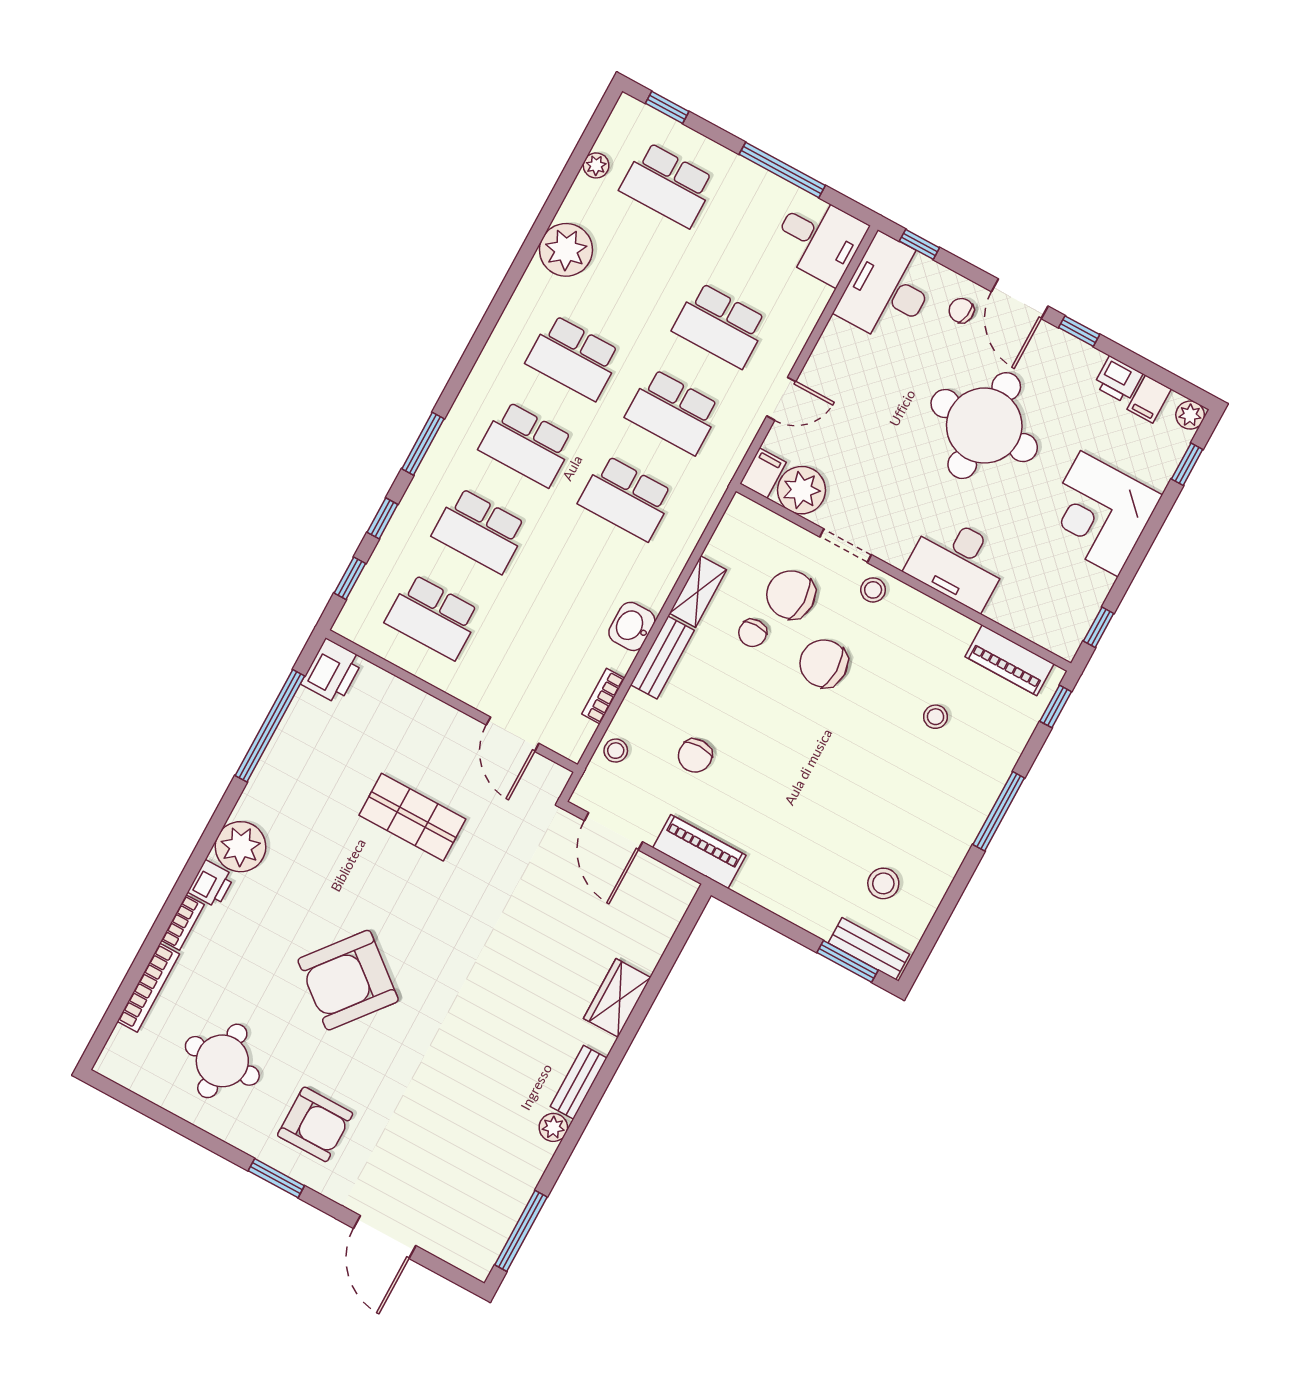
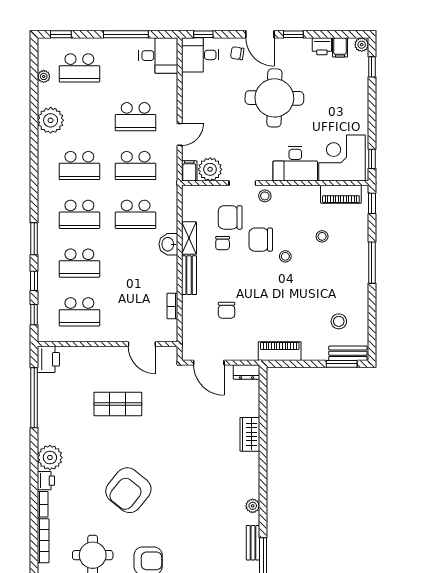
desk: (888, 289) -> (200, 55), width x0.73
corner desk: (1099, 514) -> (342, 158), moved, turned 90
washbasin: (632, 626) -> (168, 244), moved
stool: (616, 751) -> (285, 256), moved
piano: (699, 852) -> (280, 351), moved
dresser: (671, 884) -> (247, 372), added
bench: (579, 1082) -> (253, 543), moved

